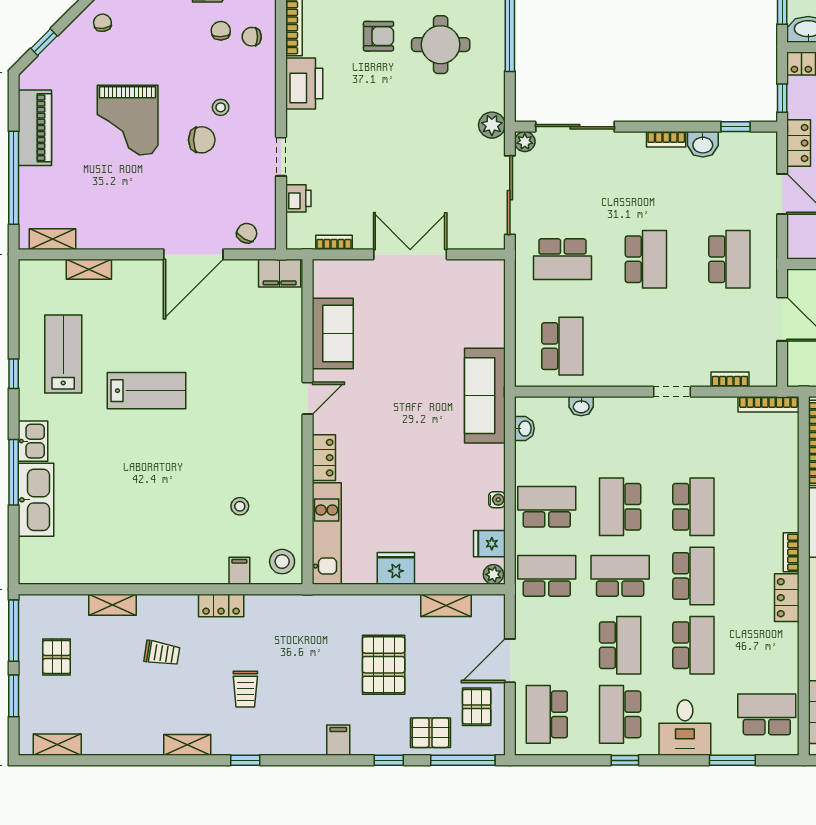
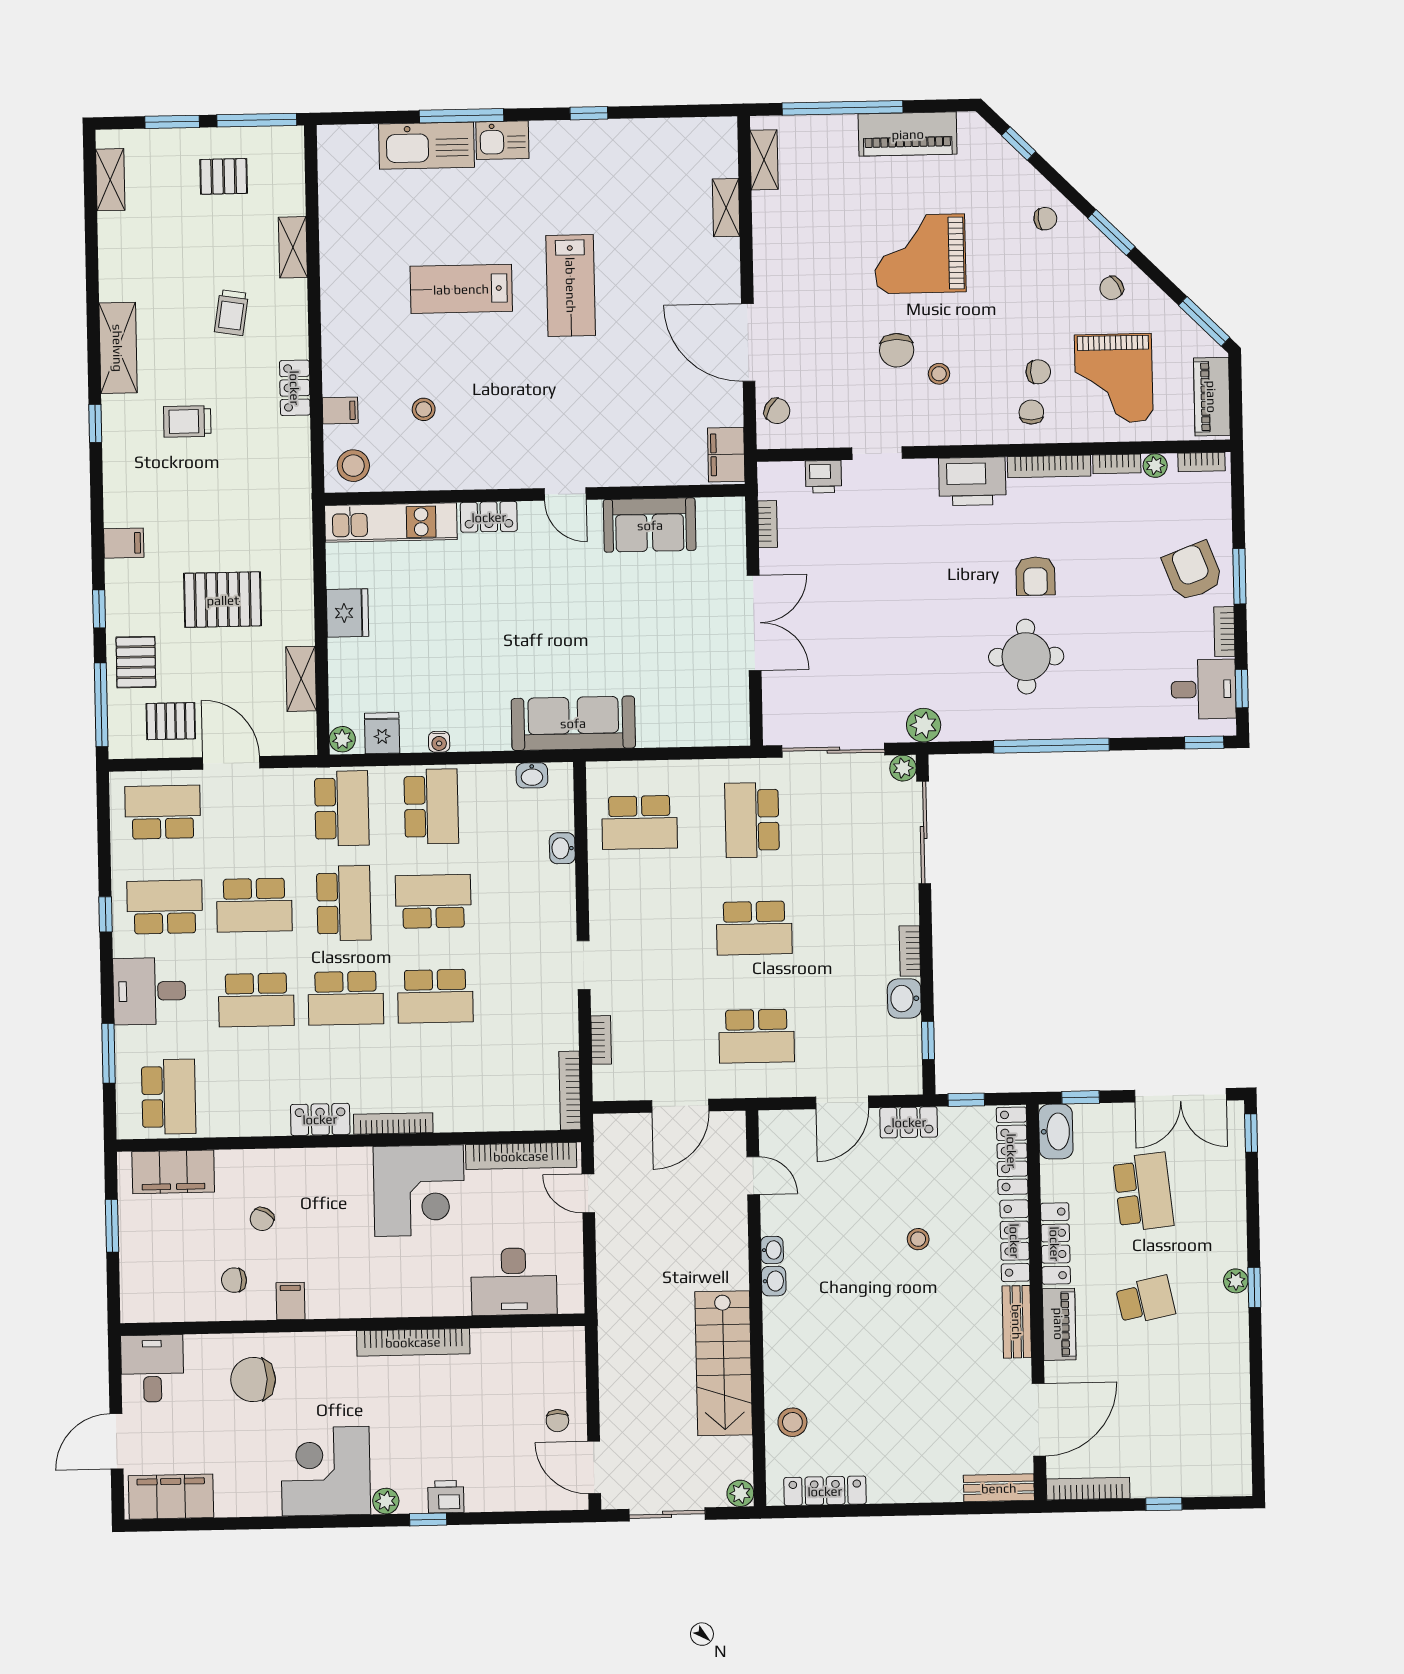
lab bench: (63, 354) -> (461, 289), moved, turned 180
bookcase: (791, 552) -> (393, 1123), width x1.56
shelving: (187, 745) -> (118, 348), width x1.50, depth x1.33

